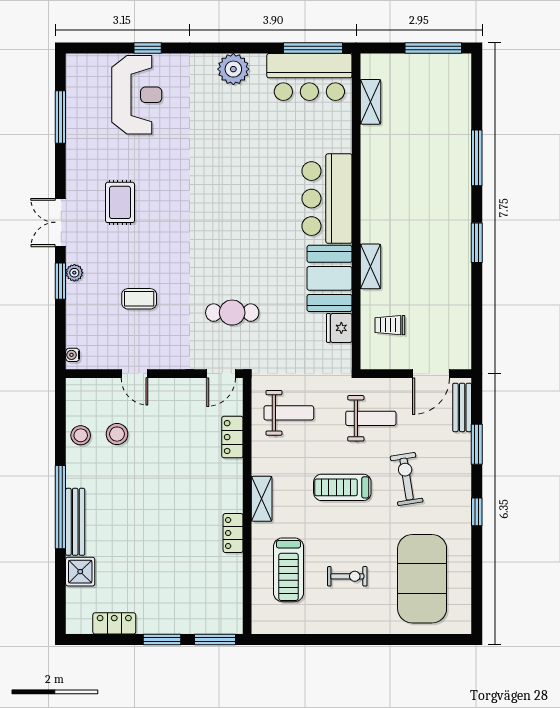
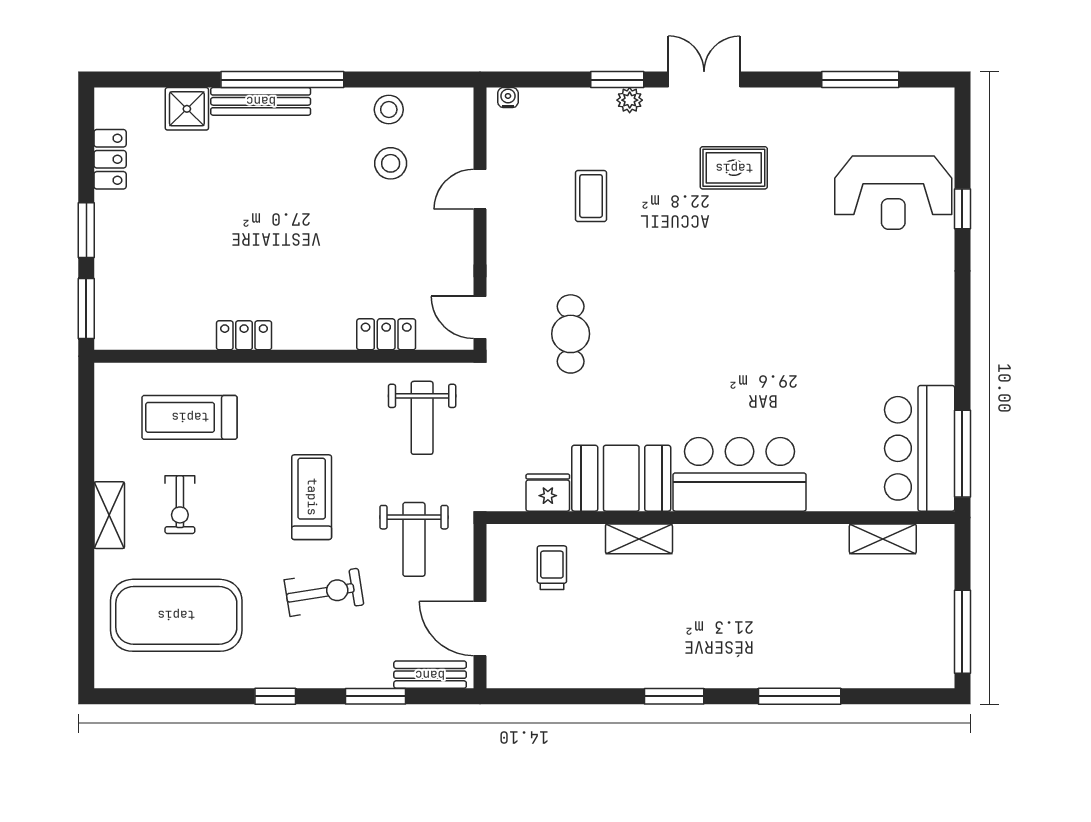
plant: (233, 69) -> (931, 336), removed
shelving: (262, 499) -> (109, 515), moved, turned 90

